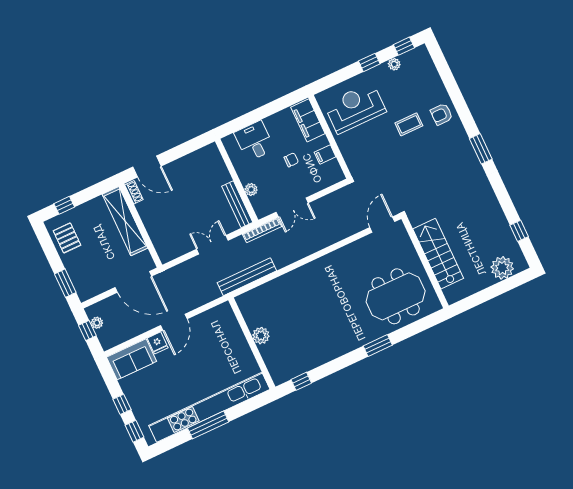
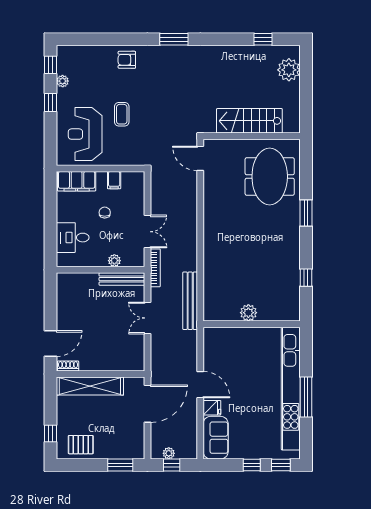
armchair: (442, 114) -> (127, 60), turned 90
coffee table: (409, 124) -> (122, 114), moved
window: (301, 381) -> (306, 278), moved

